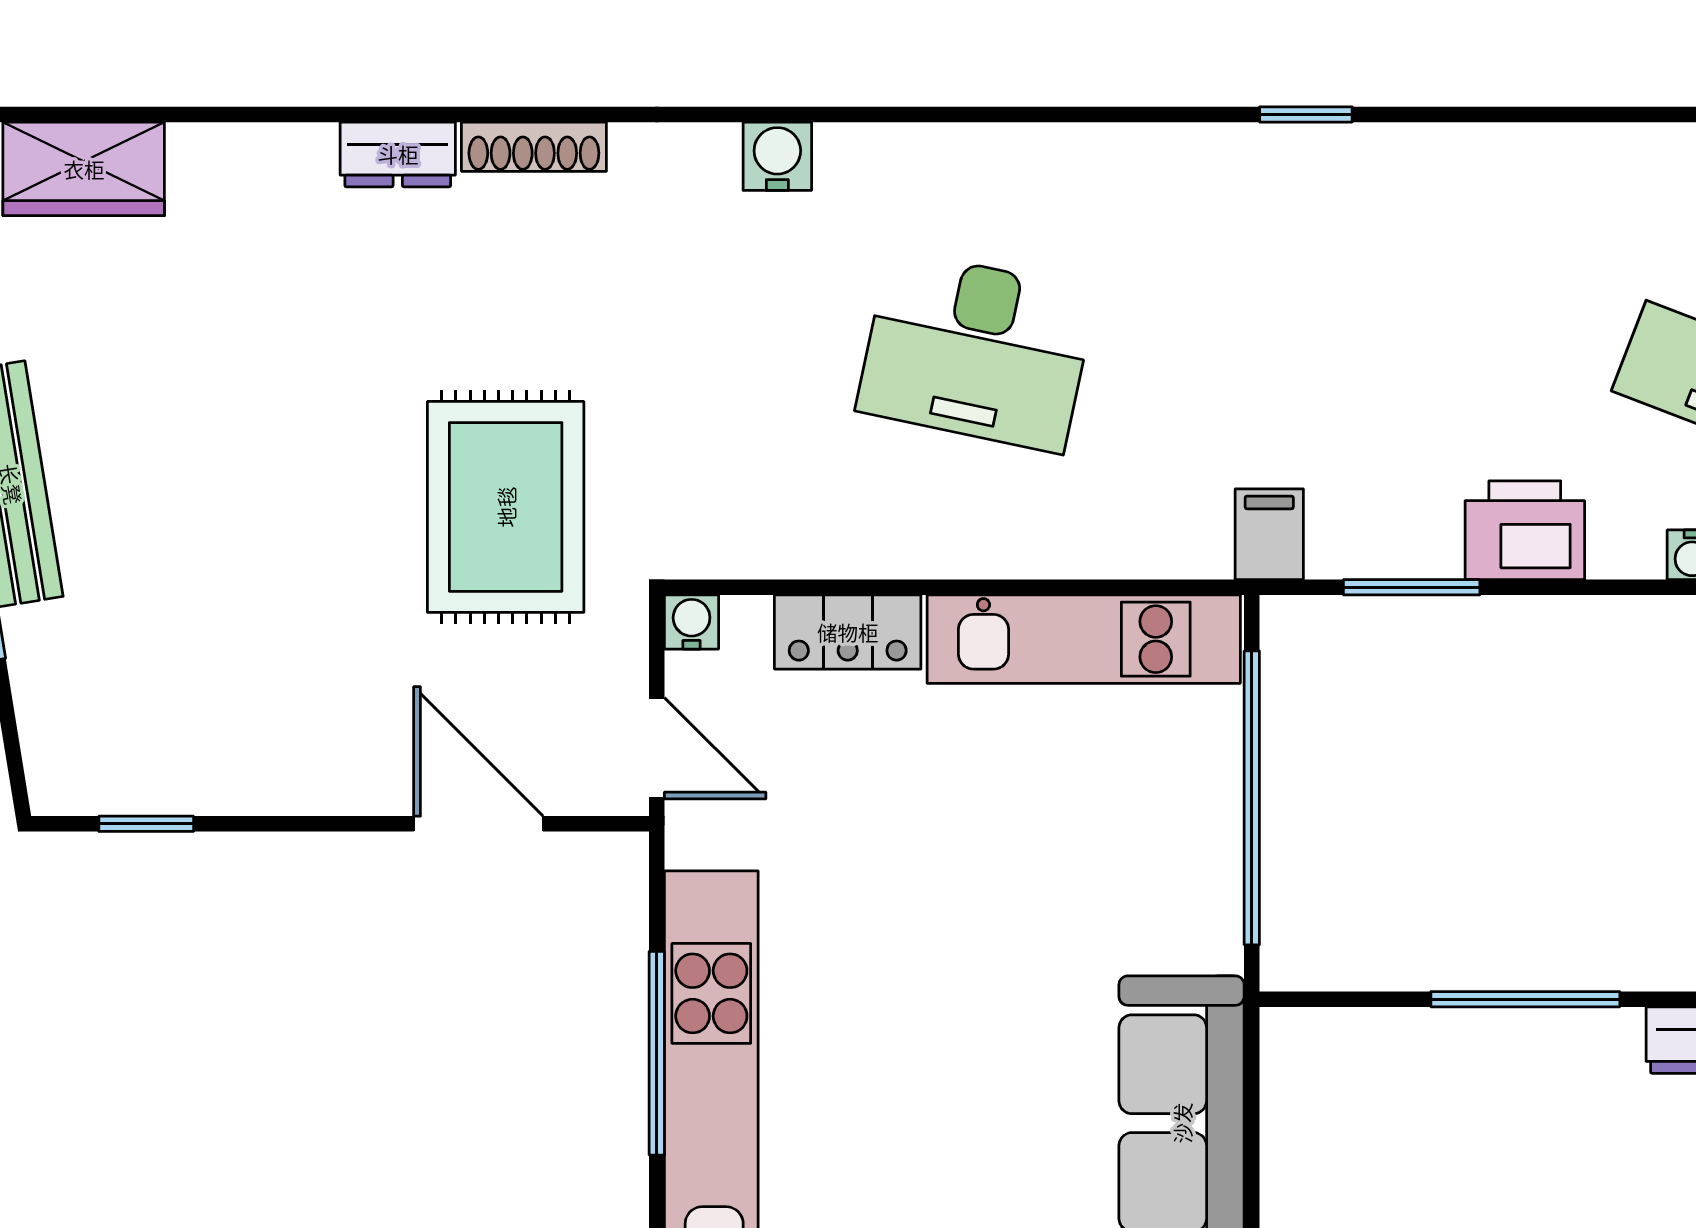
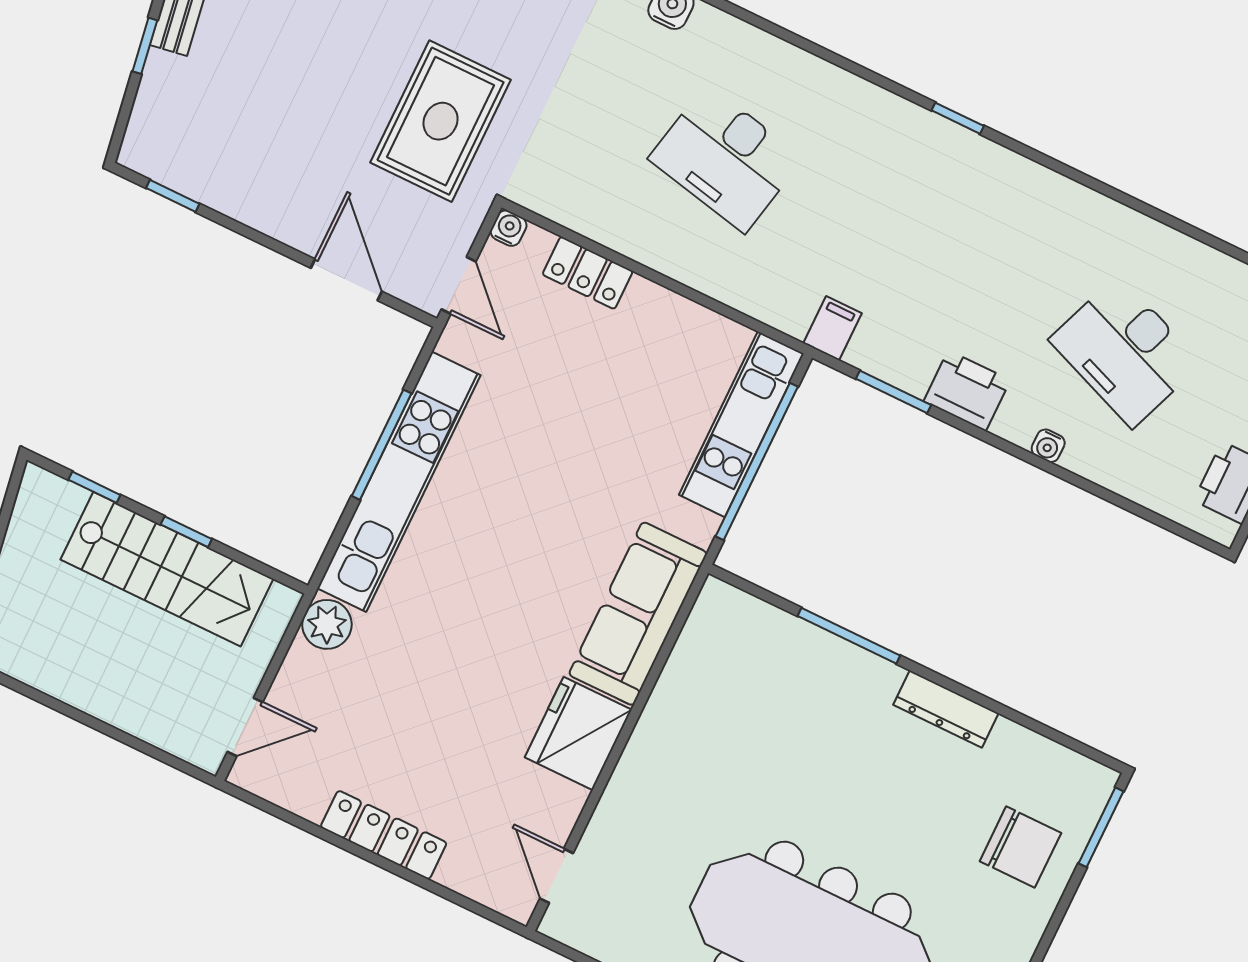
kitchen unit: (1084, 639) -> (741, 424), moved, turned 90

